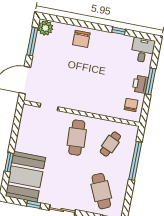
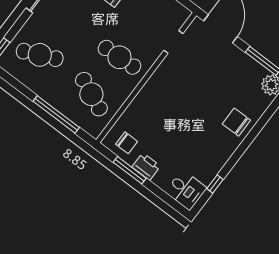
window: (119, 31) -> (215, 184), moved
window: (151, 81) -> (130, 170), moved
cafe table: (110, 144) -> (91, 94), width x1.37, depth x1.35

